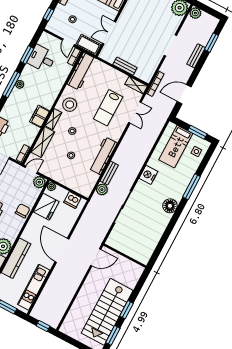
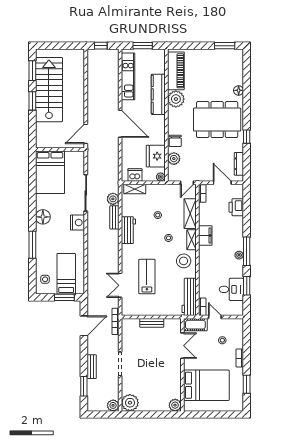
window: (49, 14) -> (247, 333), removed
shelving: (136, 85) -> (135, 189), moved
window: (197, 132) -> (64, 297), moved
workbench: (103, 156) -> (128, 230), width x0.73
nightstand: (148, 175) -> (78, 223), moved
plant: (39, 182) -> (174, 159), moved
bed: (144, 241) -> (50, 172), added

